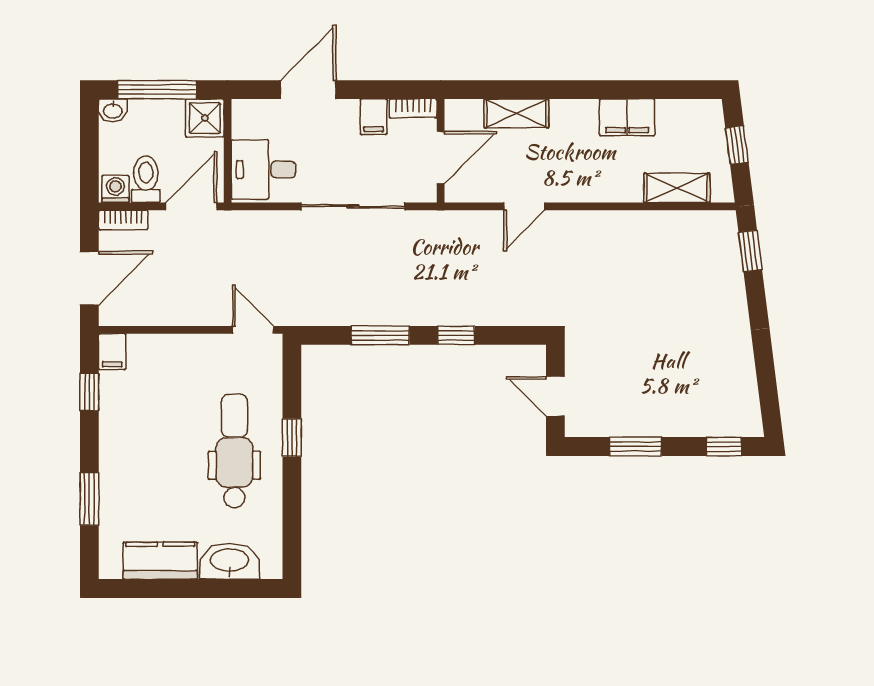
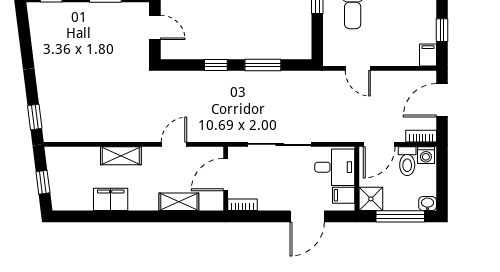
filing cabinet: (374, 117) -> (344, 195), moved, turned -90
shelving: (677, 188) -> (121, 156), moved
door: (253, 330) -> (358, 68), moved

